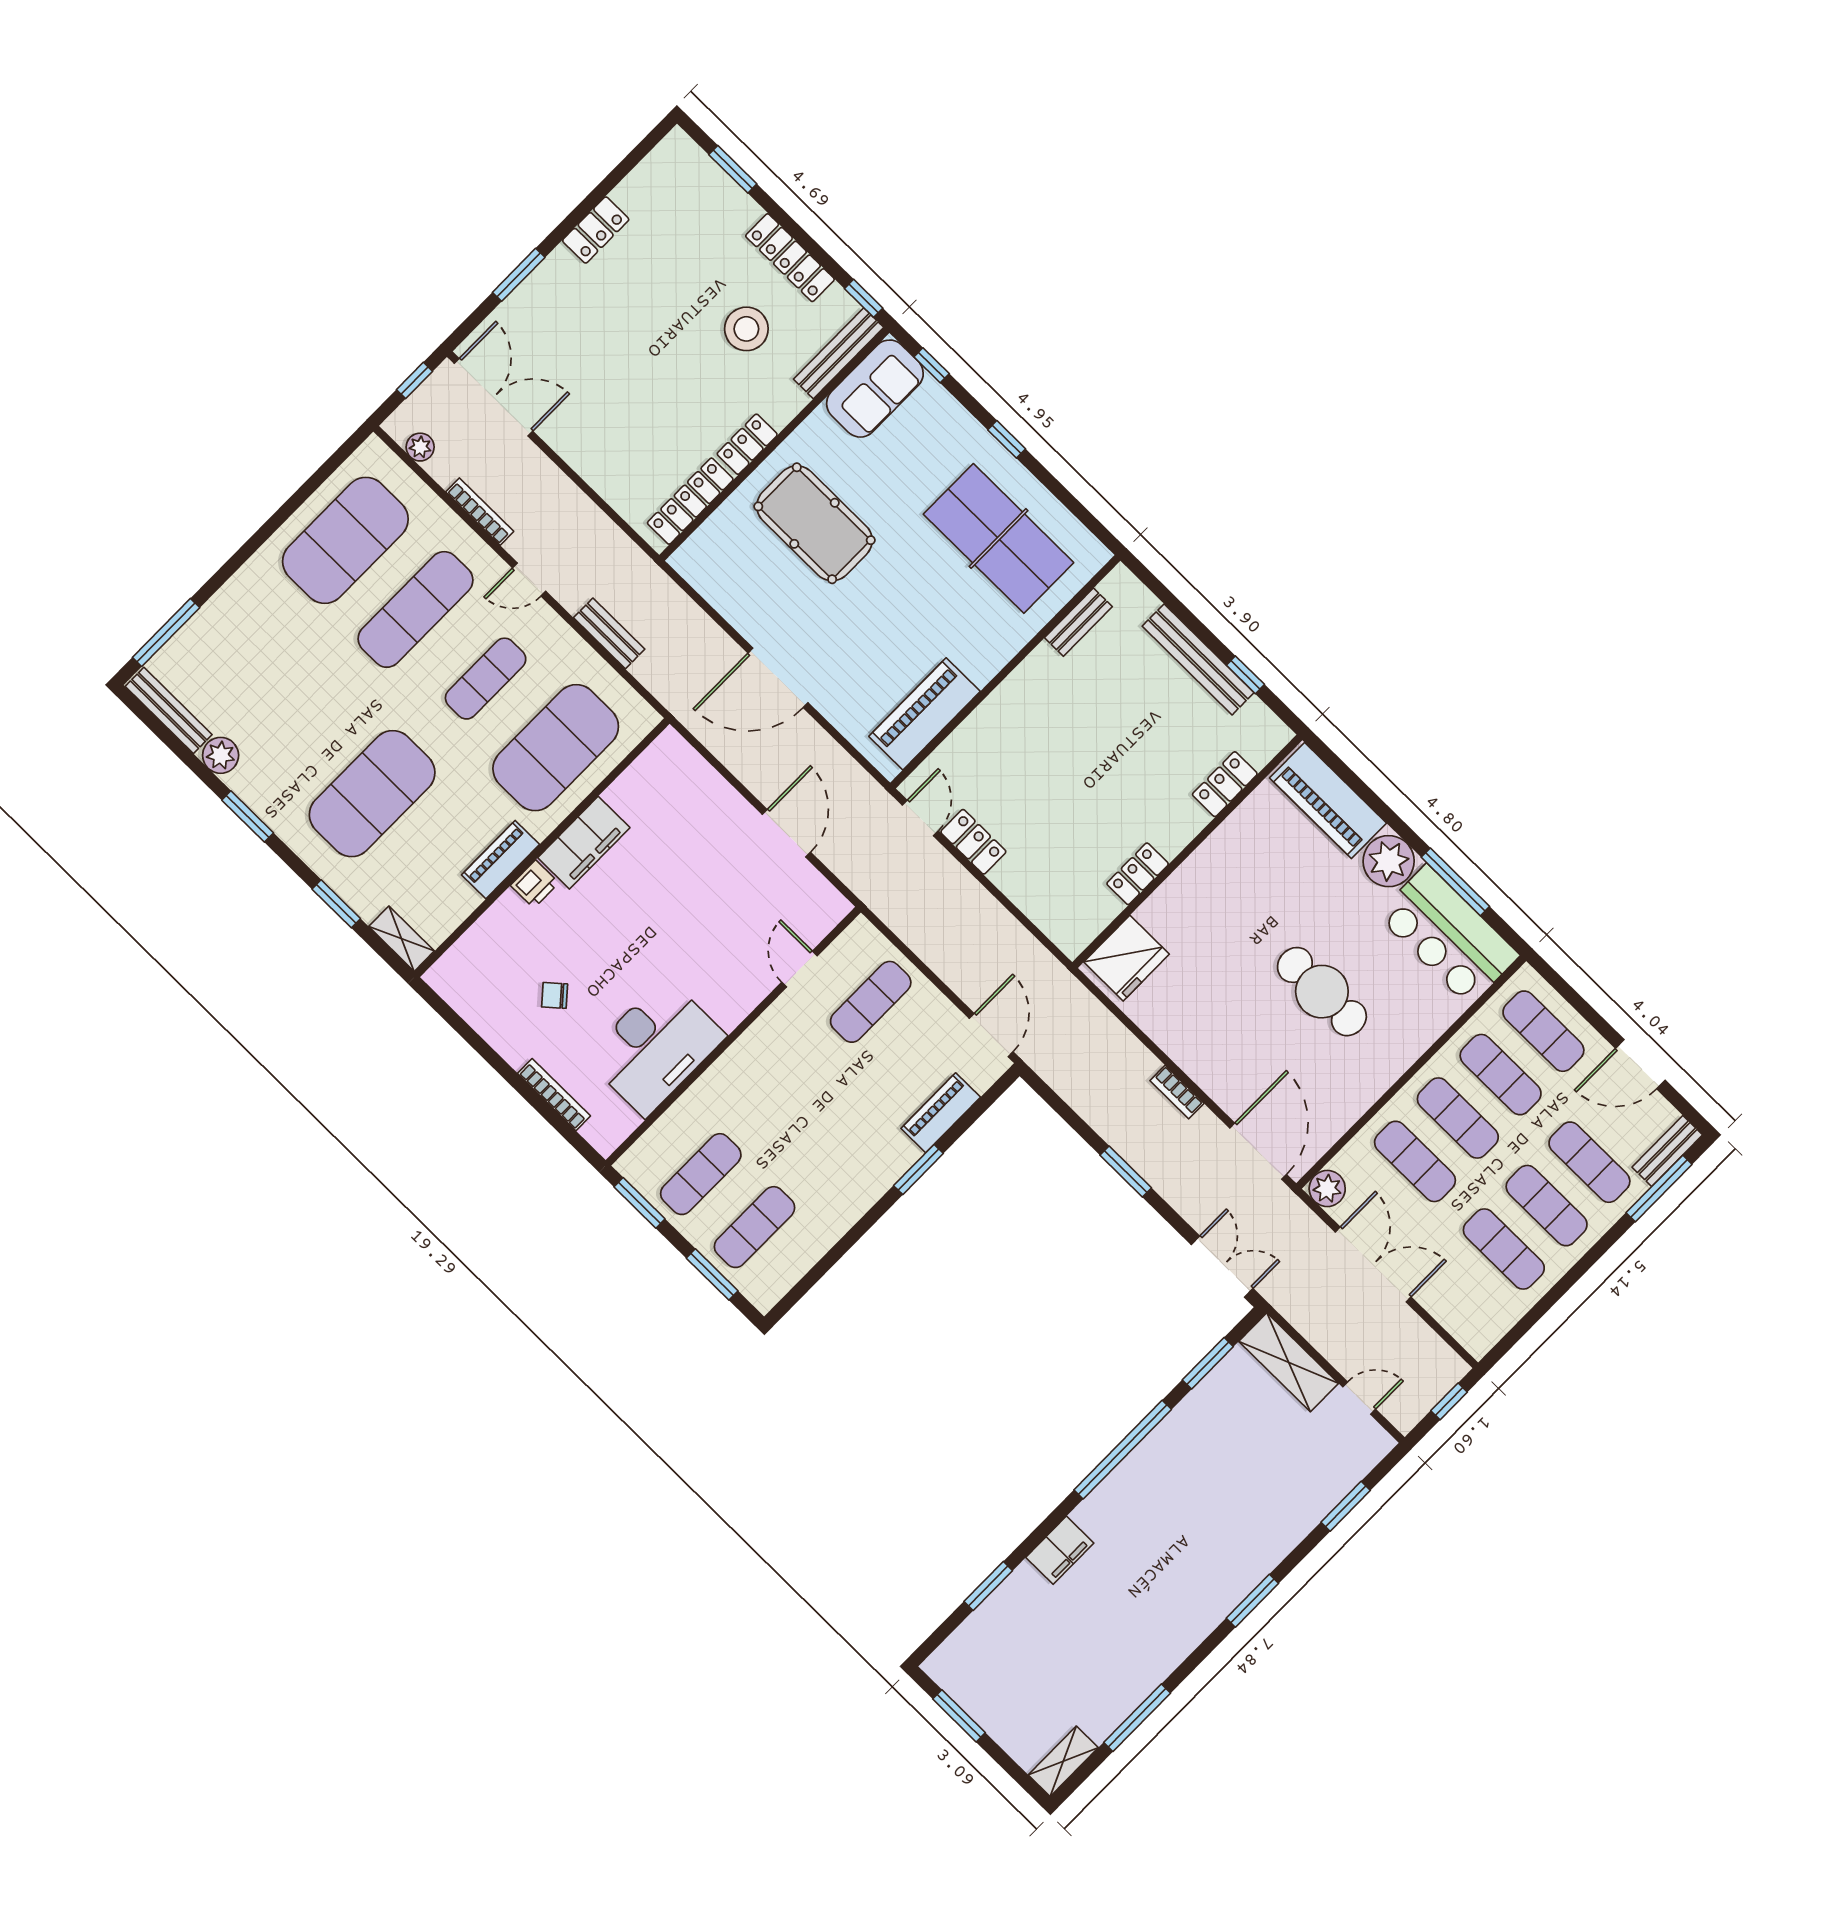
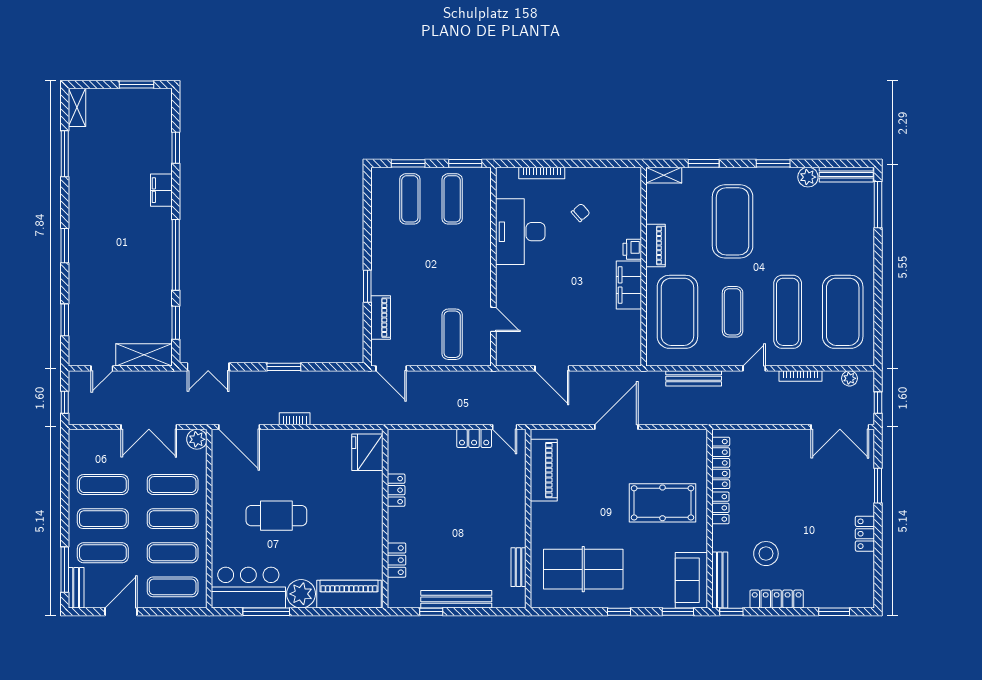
window: (932, 365) -> (678, 612), width x1.50
bench: (609, 633) -> (694, 378), width x1.36

